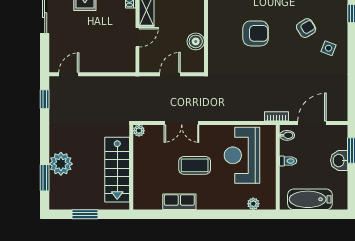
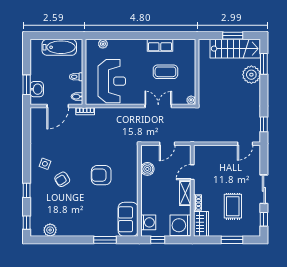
washbasin: (339, 160) -> (37, 89), moved
coffee table: (195, 165) -> (165, 72), moved
stairs: (117, 170) -> (235, 49), moved, turned 90

